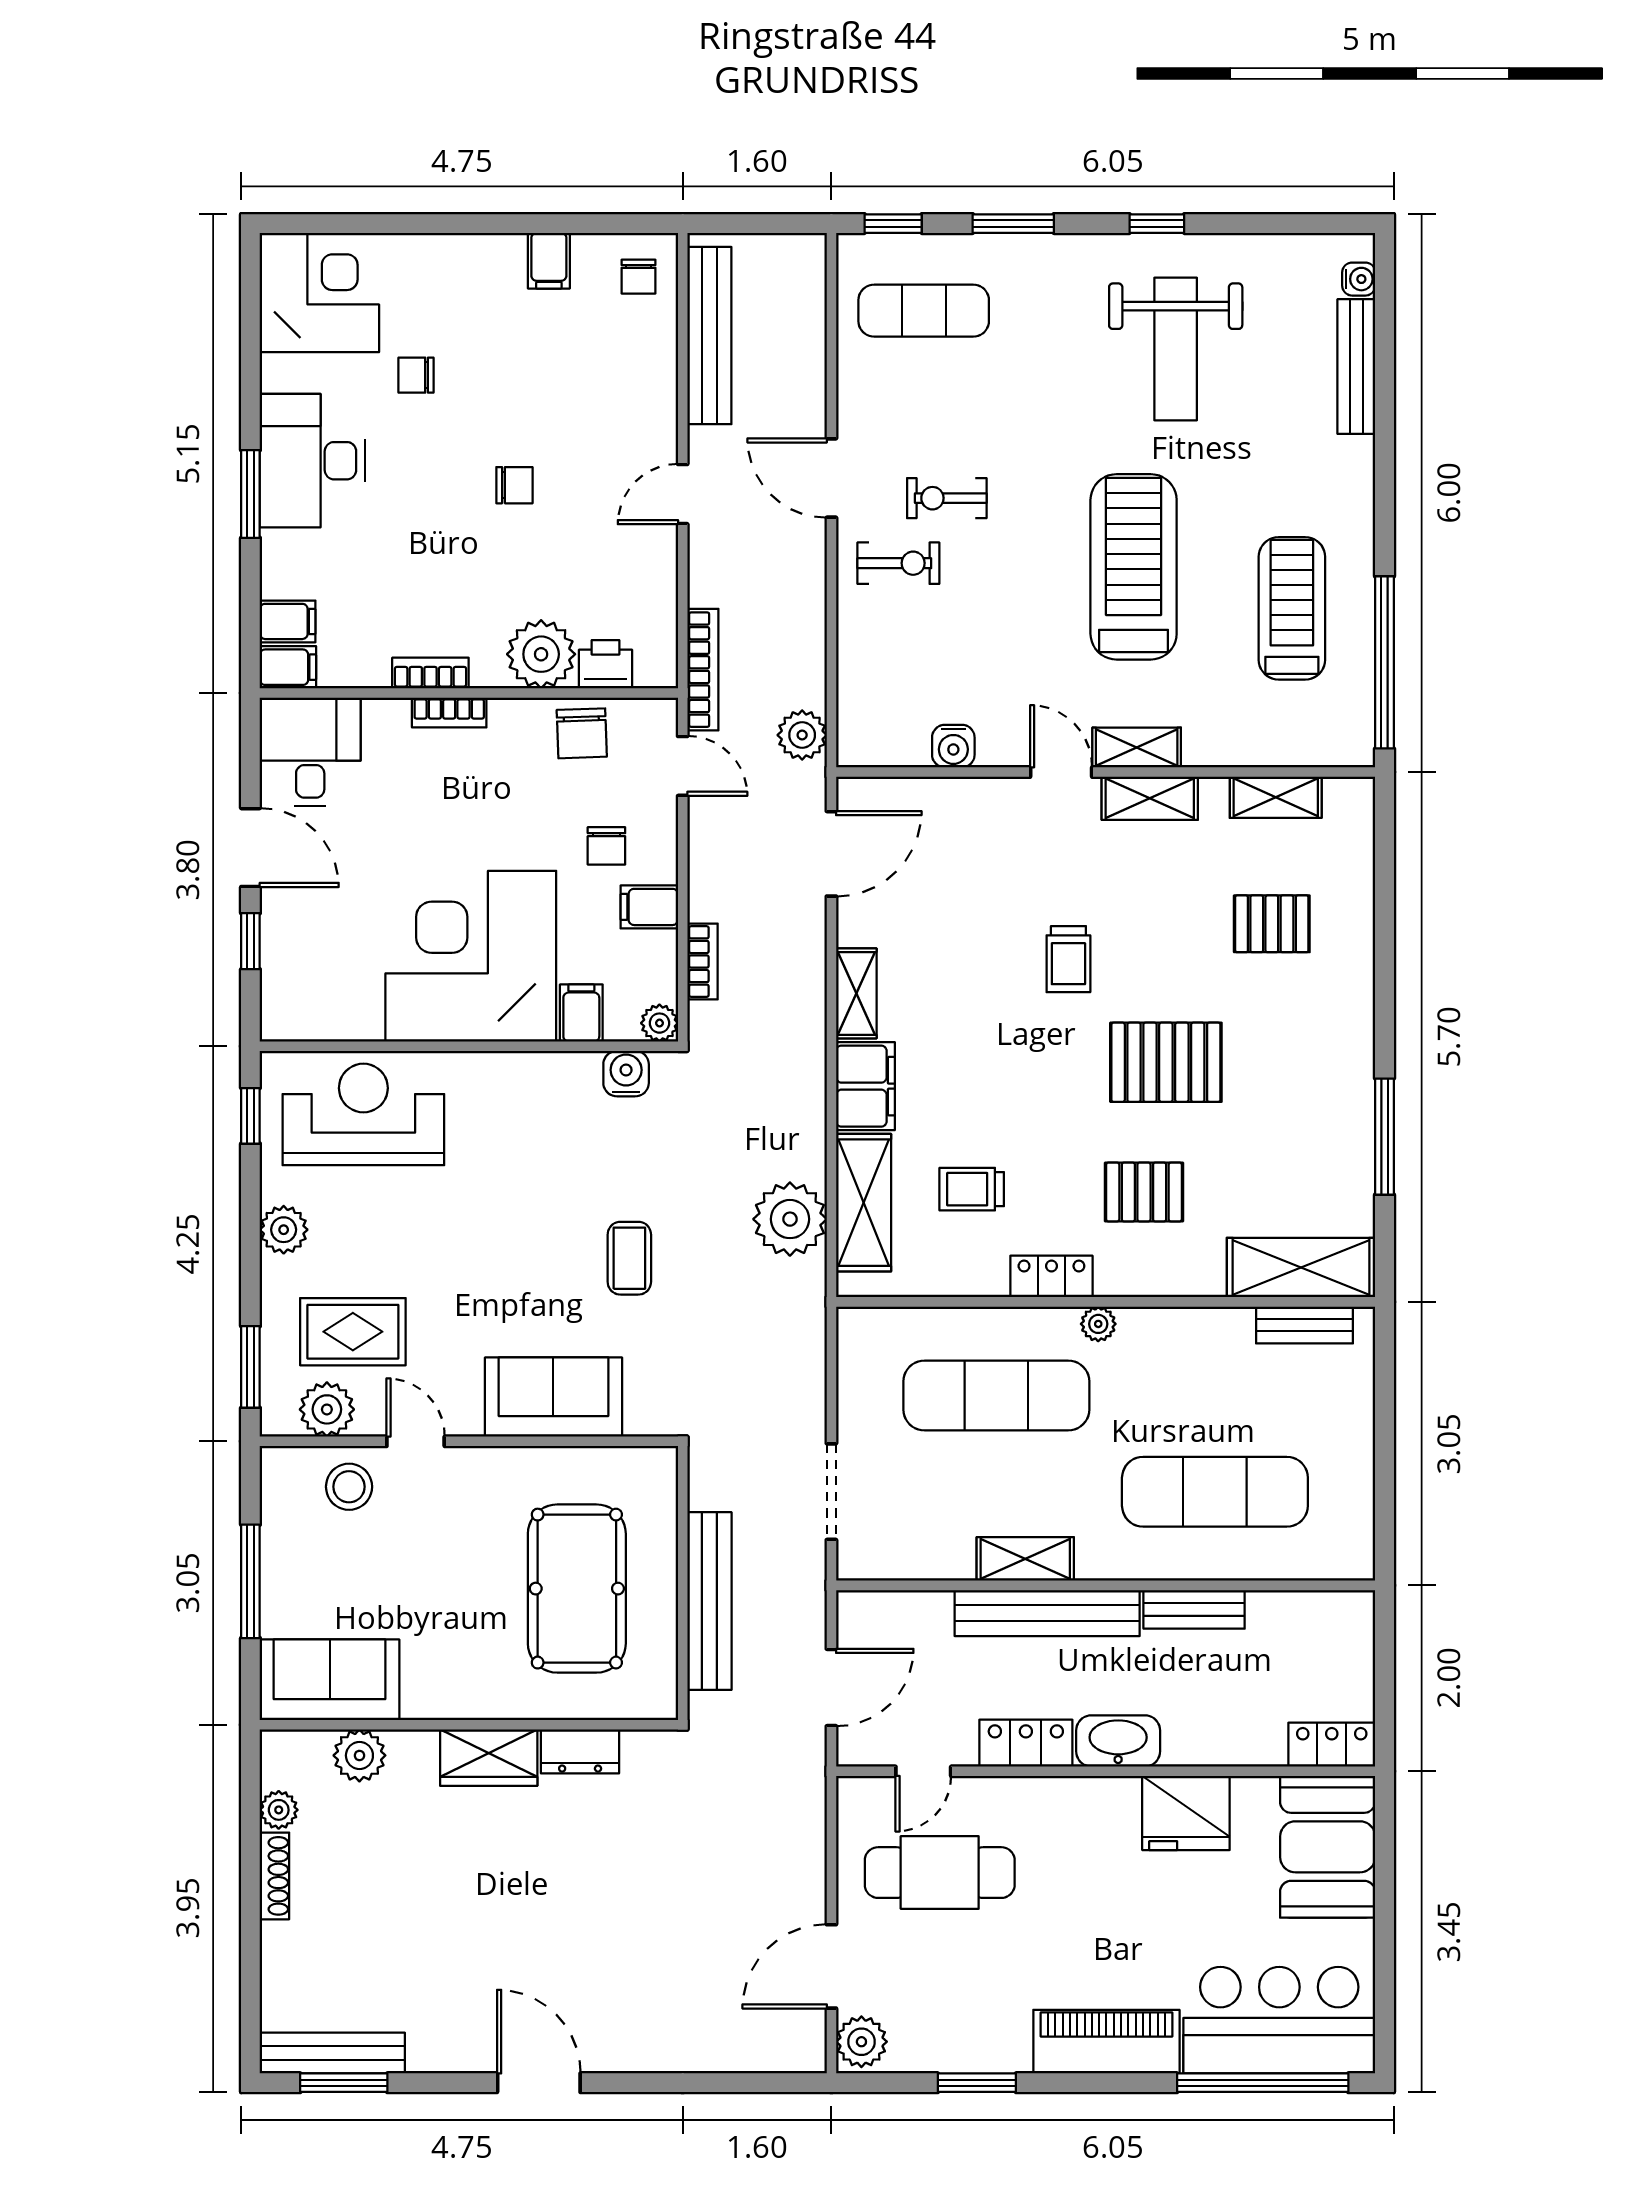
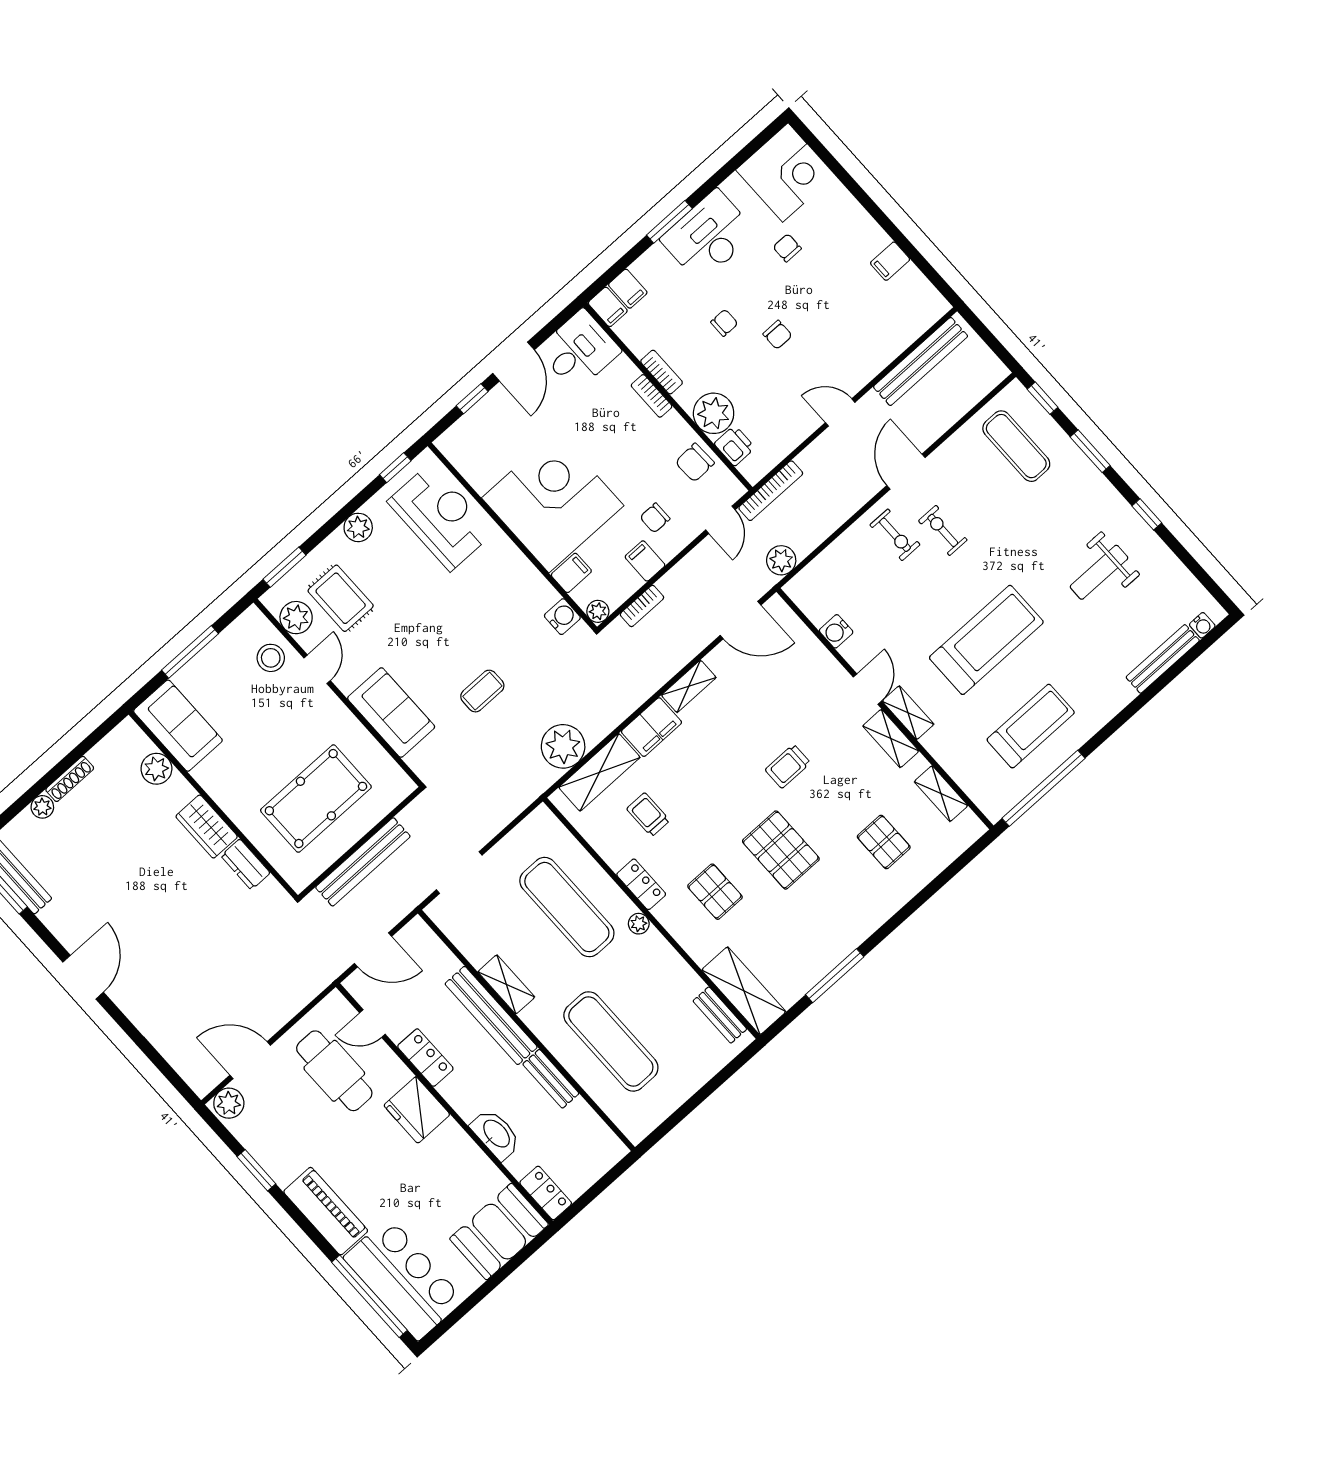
chair: (639, 277) -> (724, 323), moved, turned 180
weight bench: (1176, 349) -> (1099, 572), width x0.73, depth x0.75
washbasin: (1118, 1741) -> (496, 1134), moved
plant: (279, 1810) -> (42, 807), moved
fridge: (1186, 1813) -> (417, 1110), moved

